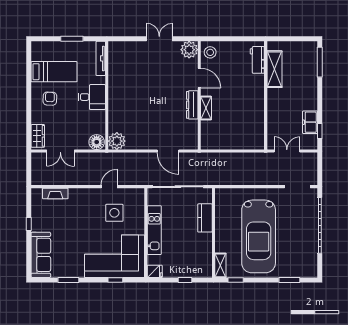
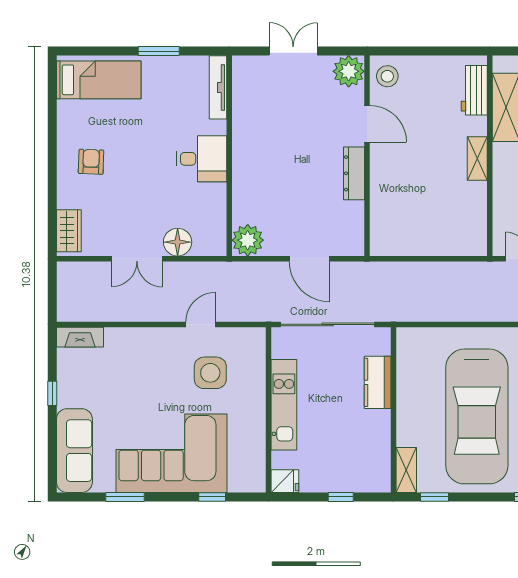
window: (72, 39) -> (159, 51), moved
tv unit: (101, 58) -> (218, 87), moved
bed: (54, 72) -> (99, 80), moved
wall: (107, 95) -> (229, 156), moved
desk: (92, 97) -> (202, 159), moved
shelving: (206, 108) -> (477, 159), moved
plant: (117, 141) -> (248, 240), moved
double door: (60, 151) -> (137, 259), moved
fireplace: (55, 193) -> (80, 337), moved
corner sofa: (115, 256) -> (172, 453), moved

